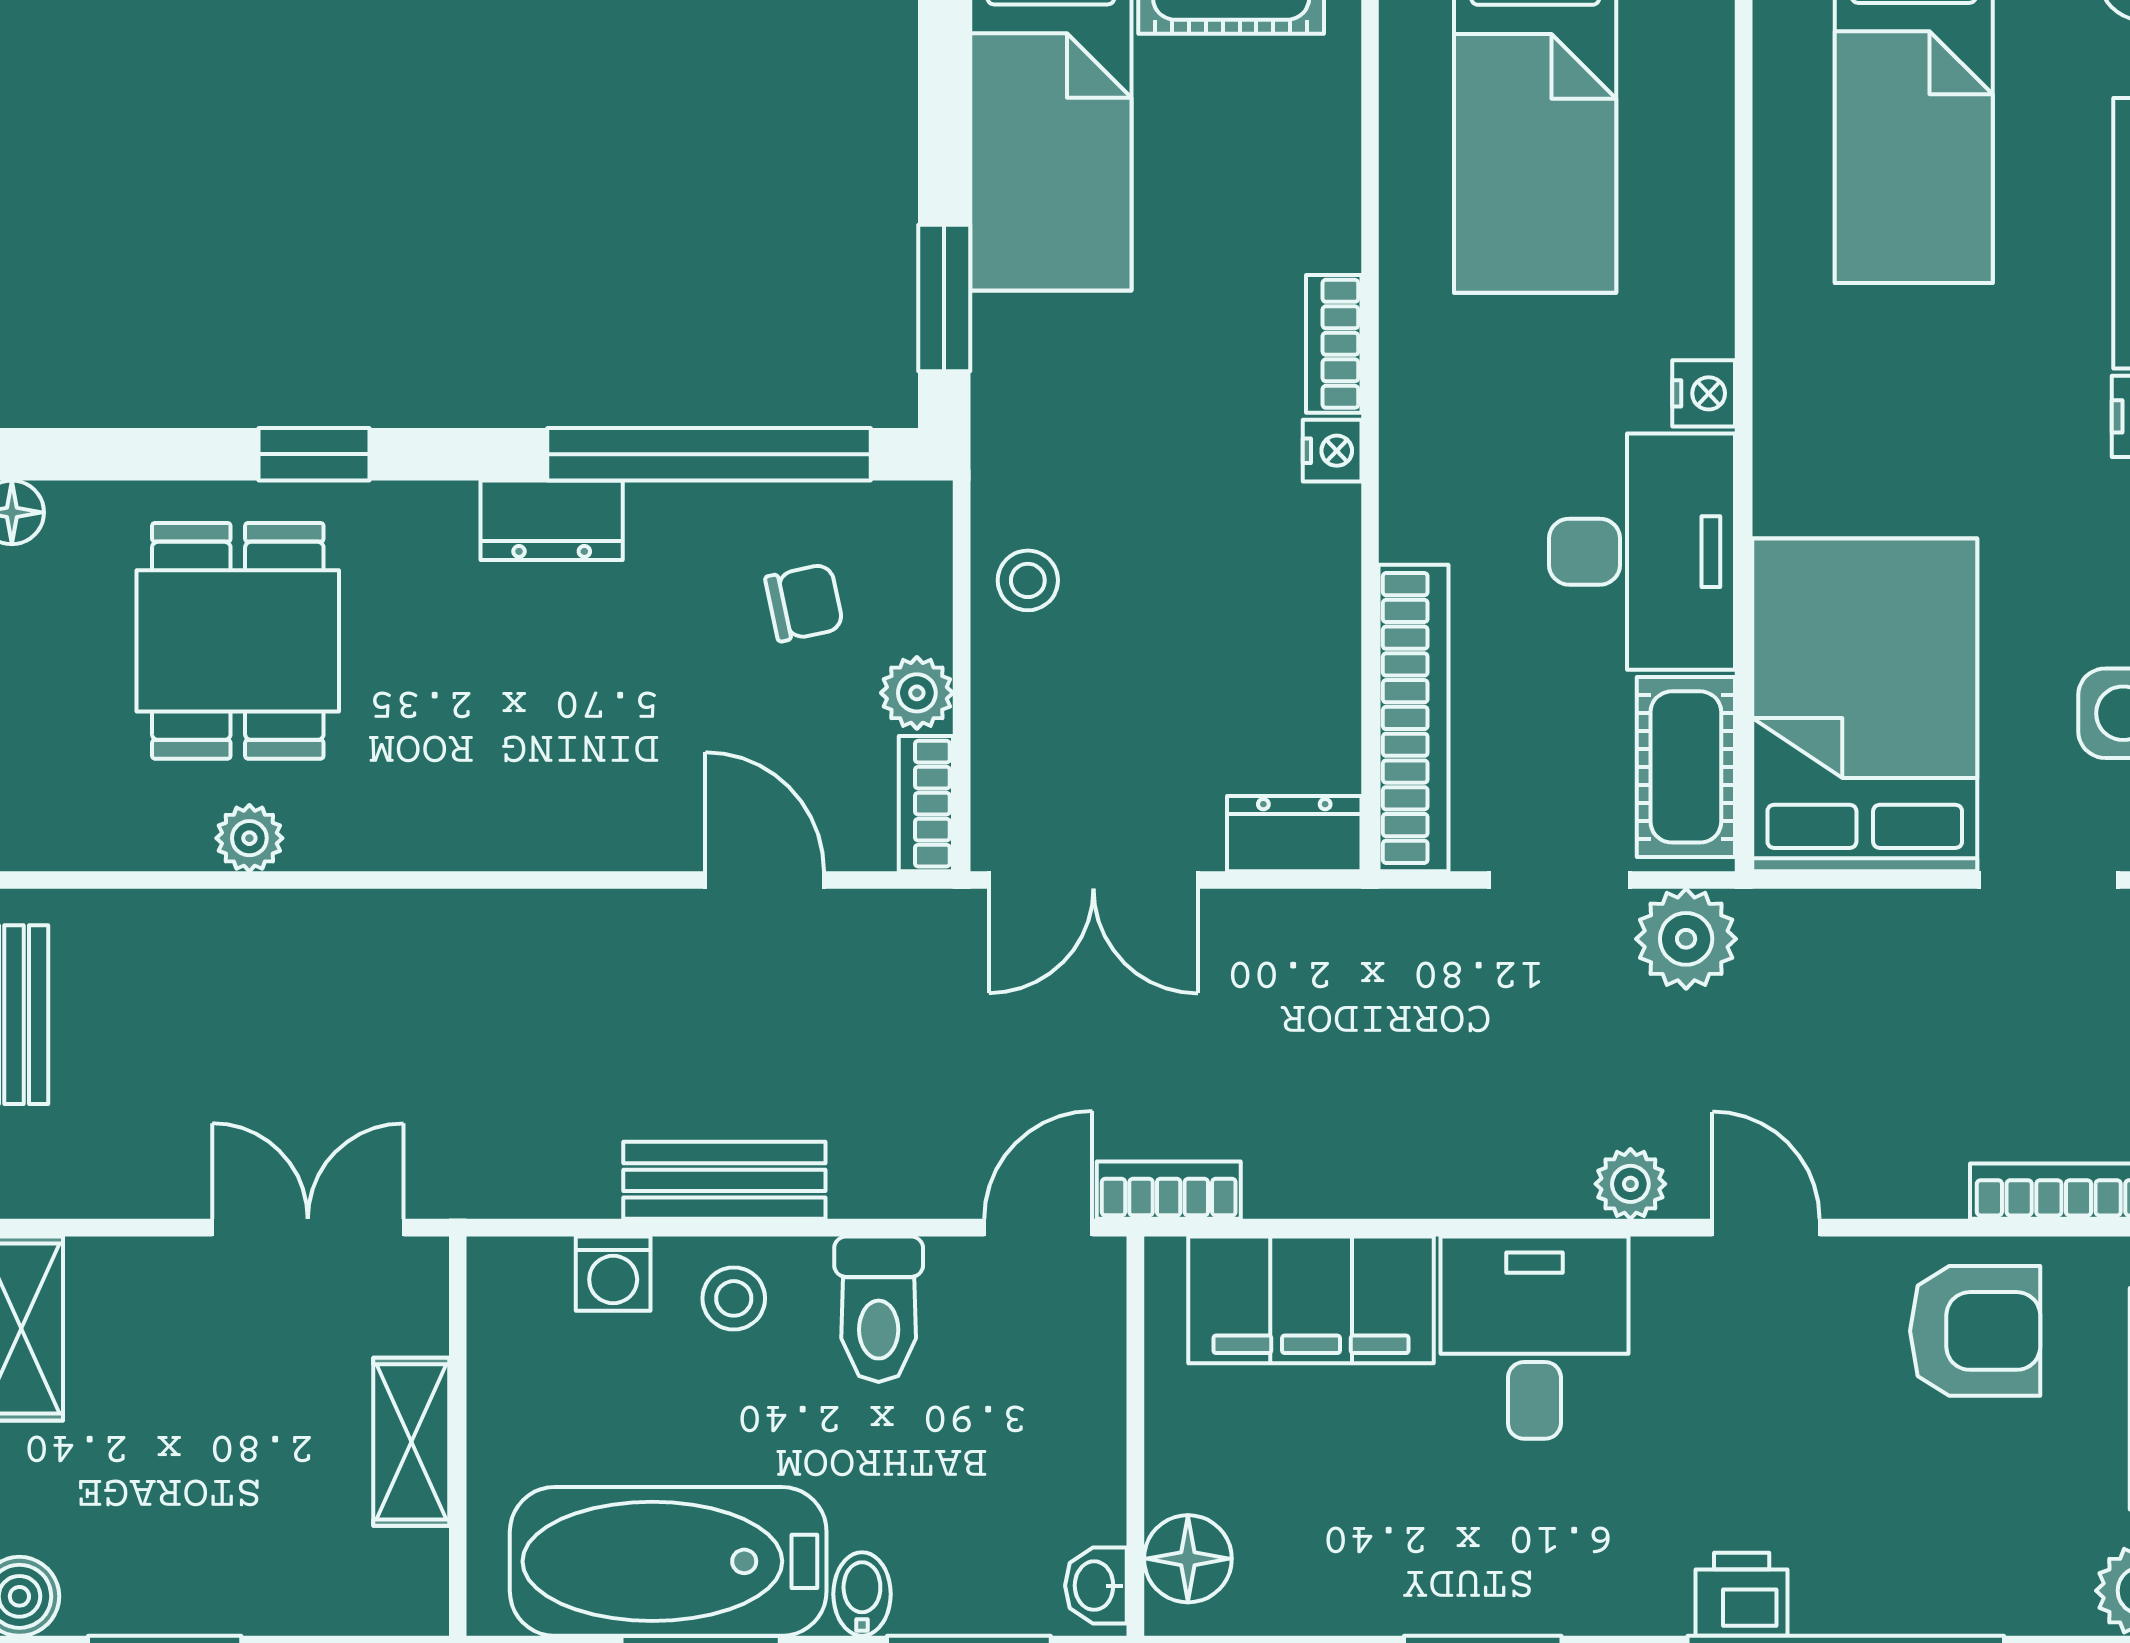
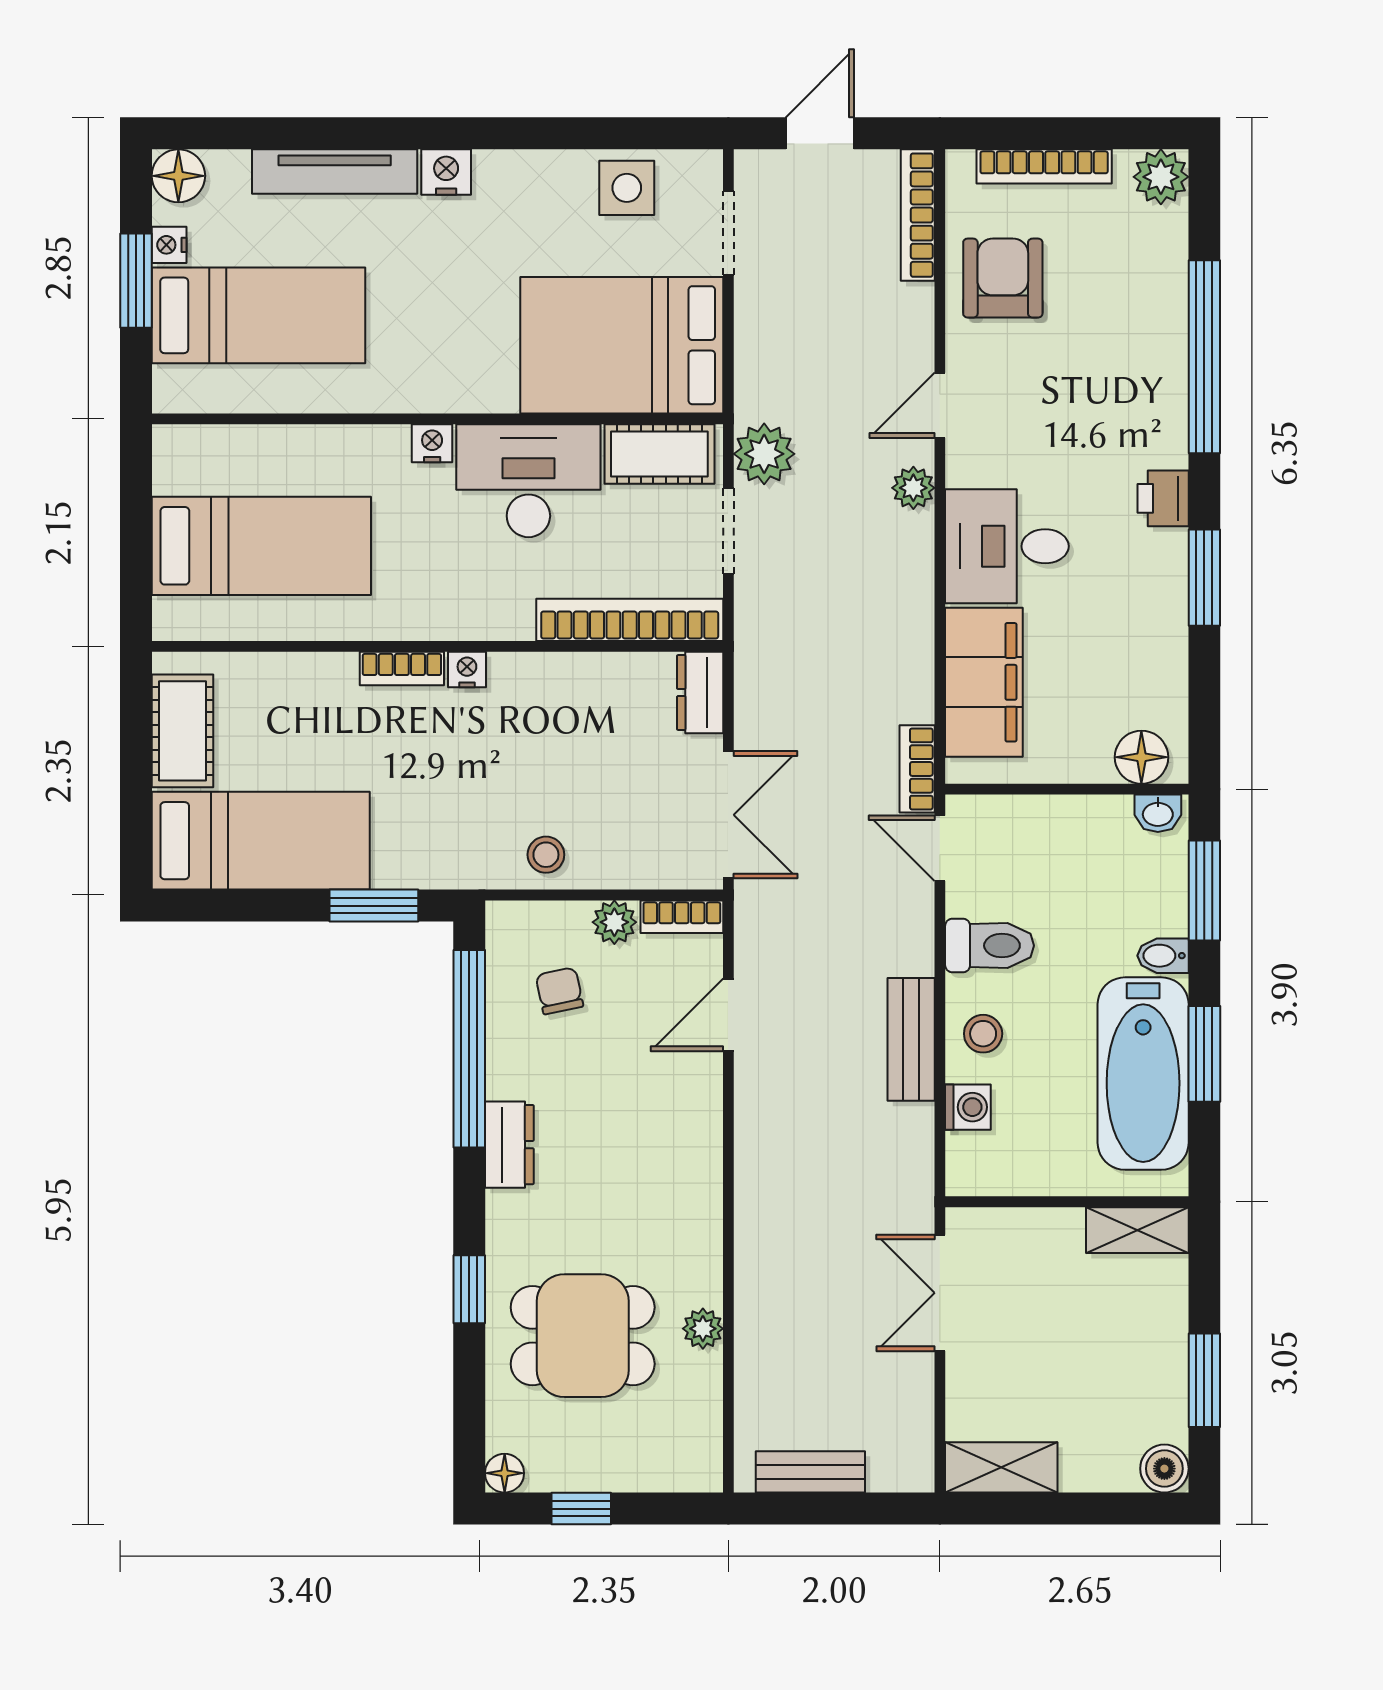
shelving: (411, 1442) -> (1137, 1230), moved
printer: (1742, 1594) -> (1163, 498), moved

